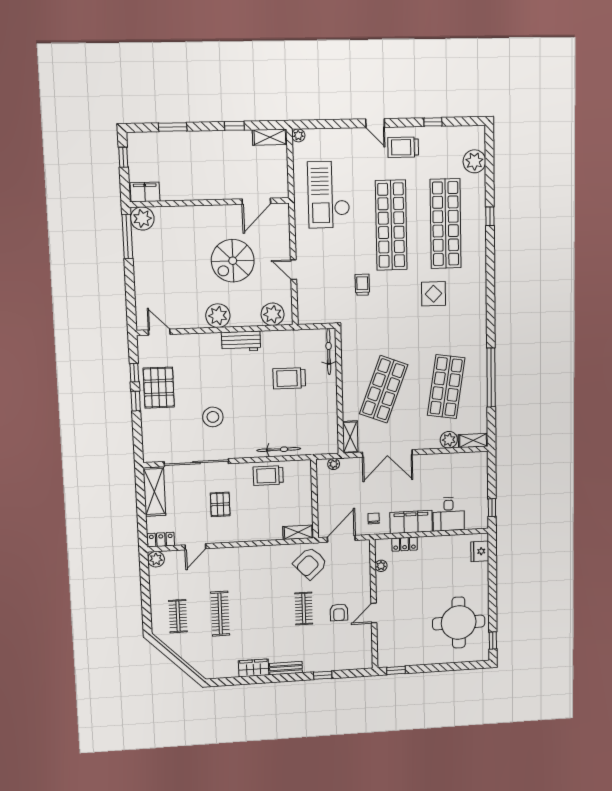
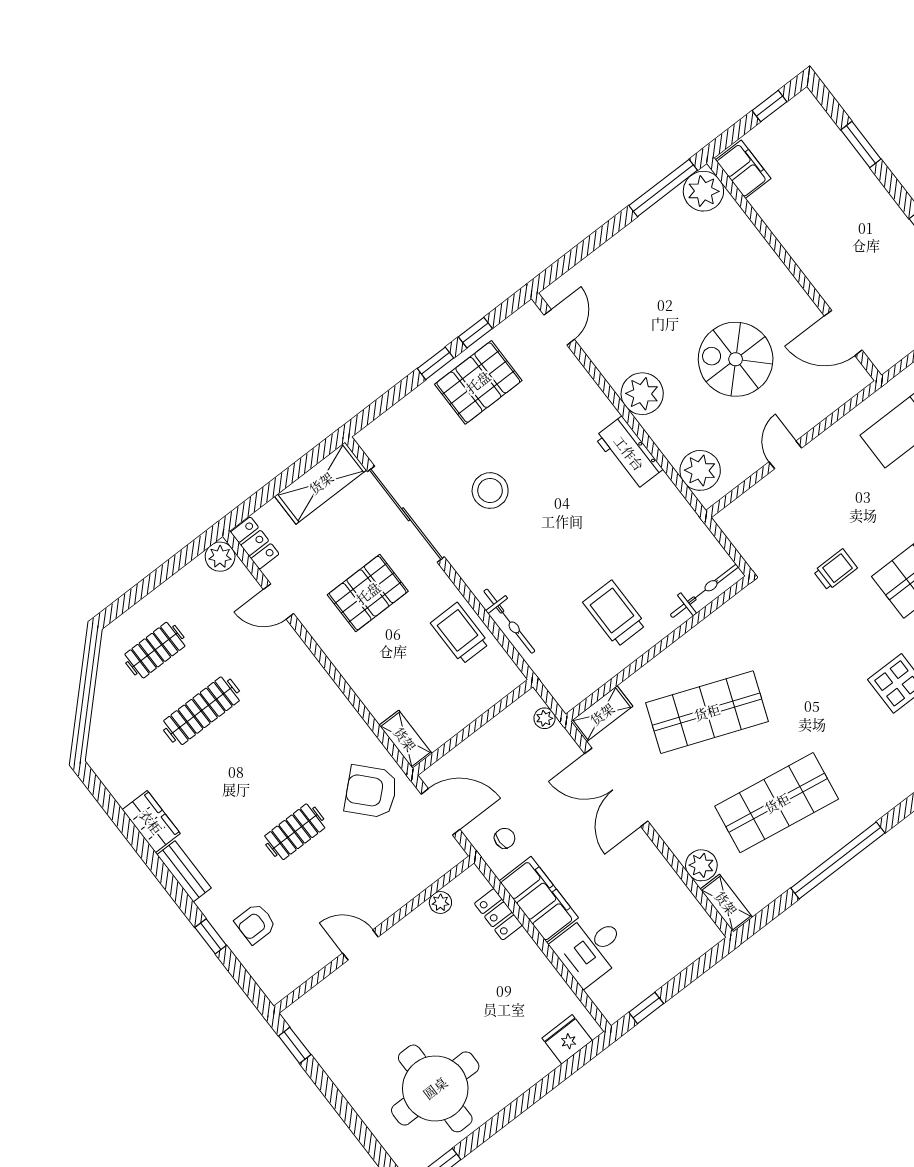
trolley: (289, 378) -> (614, 614), moved
pallet: (220, 504) -> (368, 593), width x1.50, depth x1.42
armchair: (339, 612) -> (255, 924), moved

